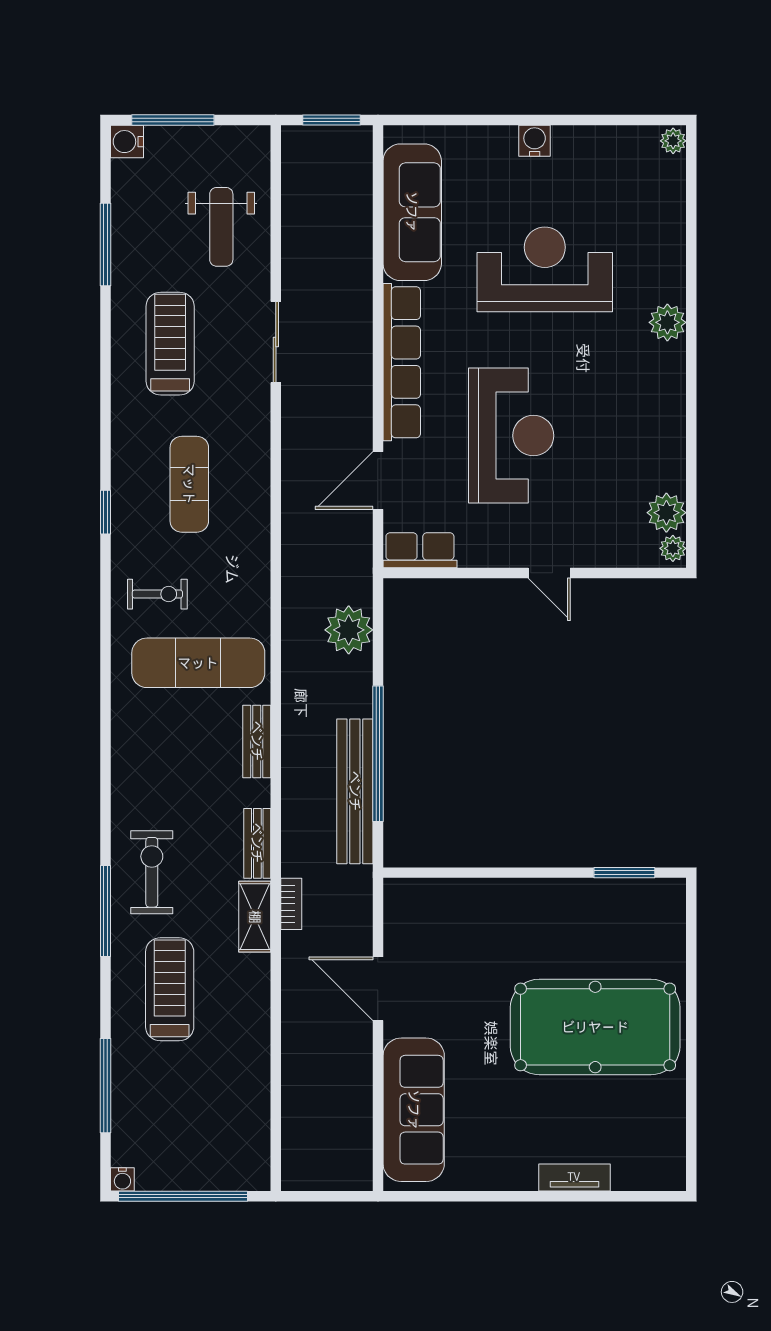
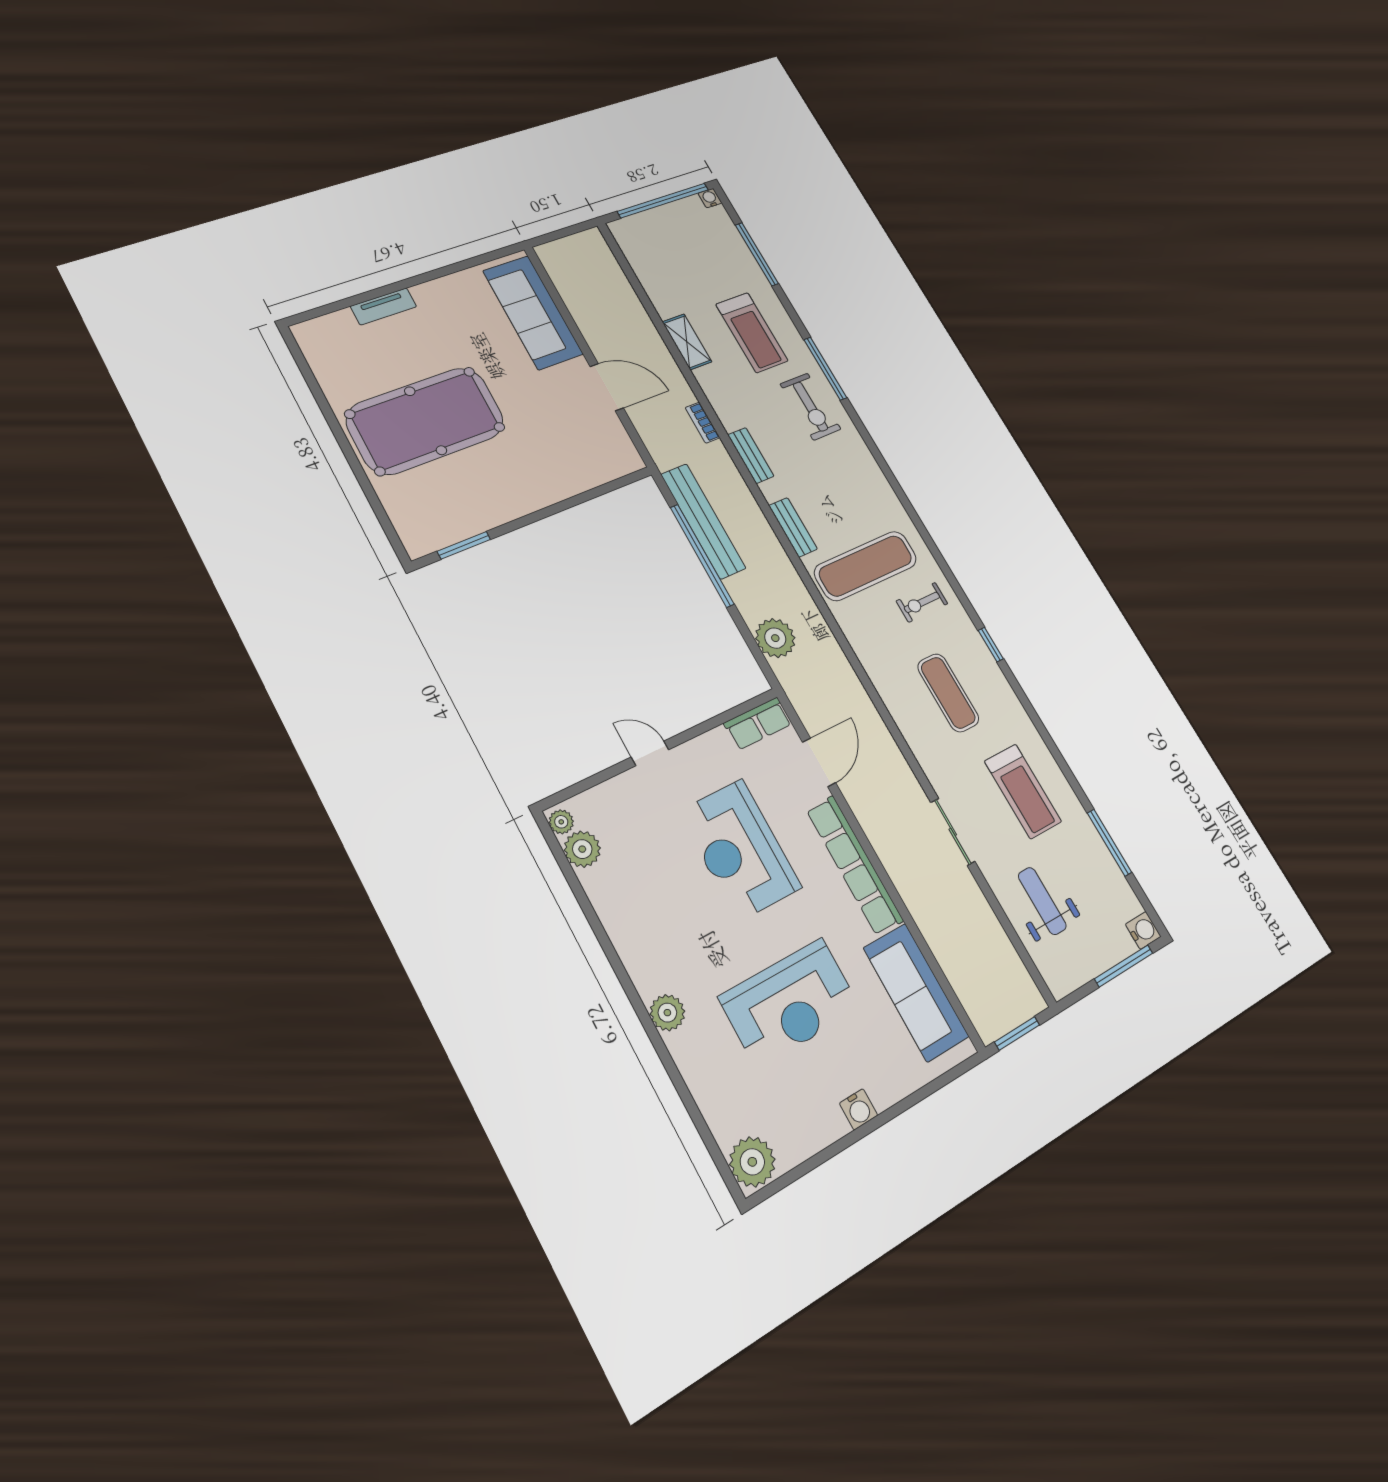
plant: (673, 141) -> (752, 1162), width x1.88, depth x1.88
shelving: (255, 917) -> (687, 342), moved

